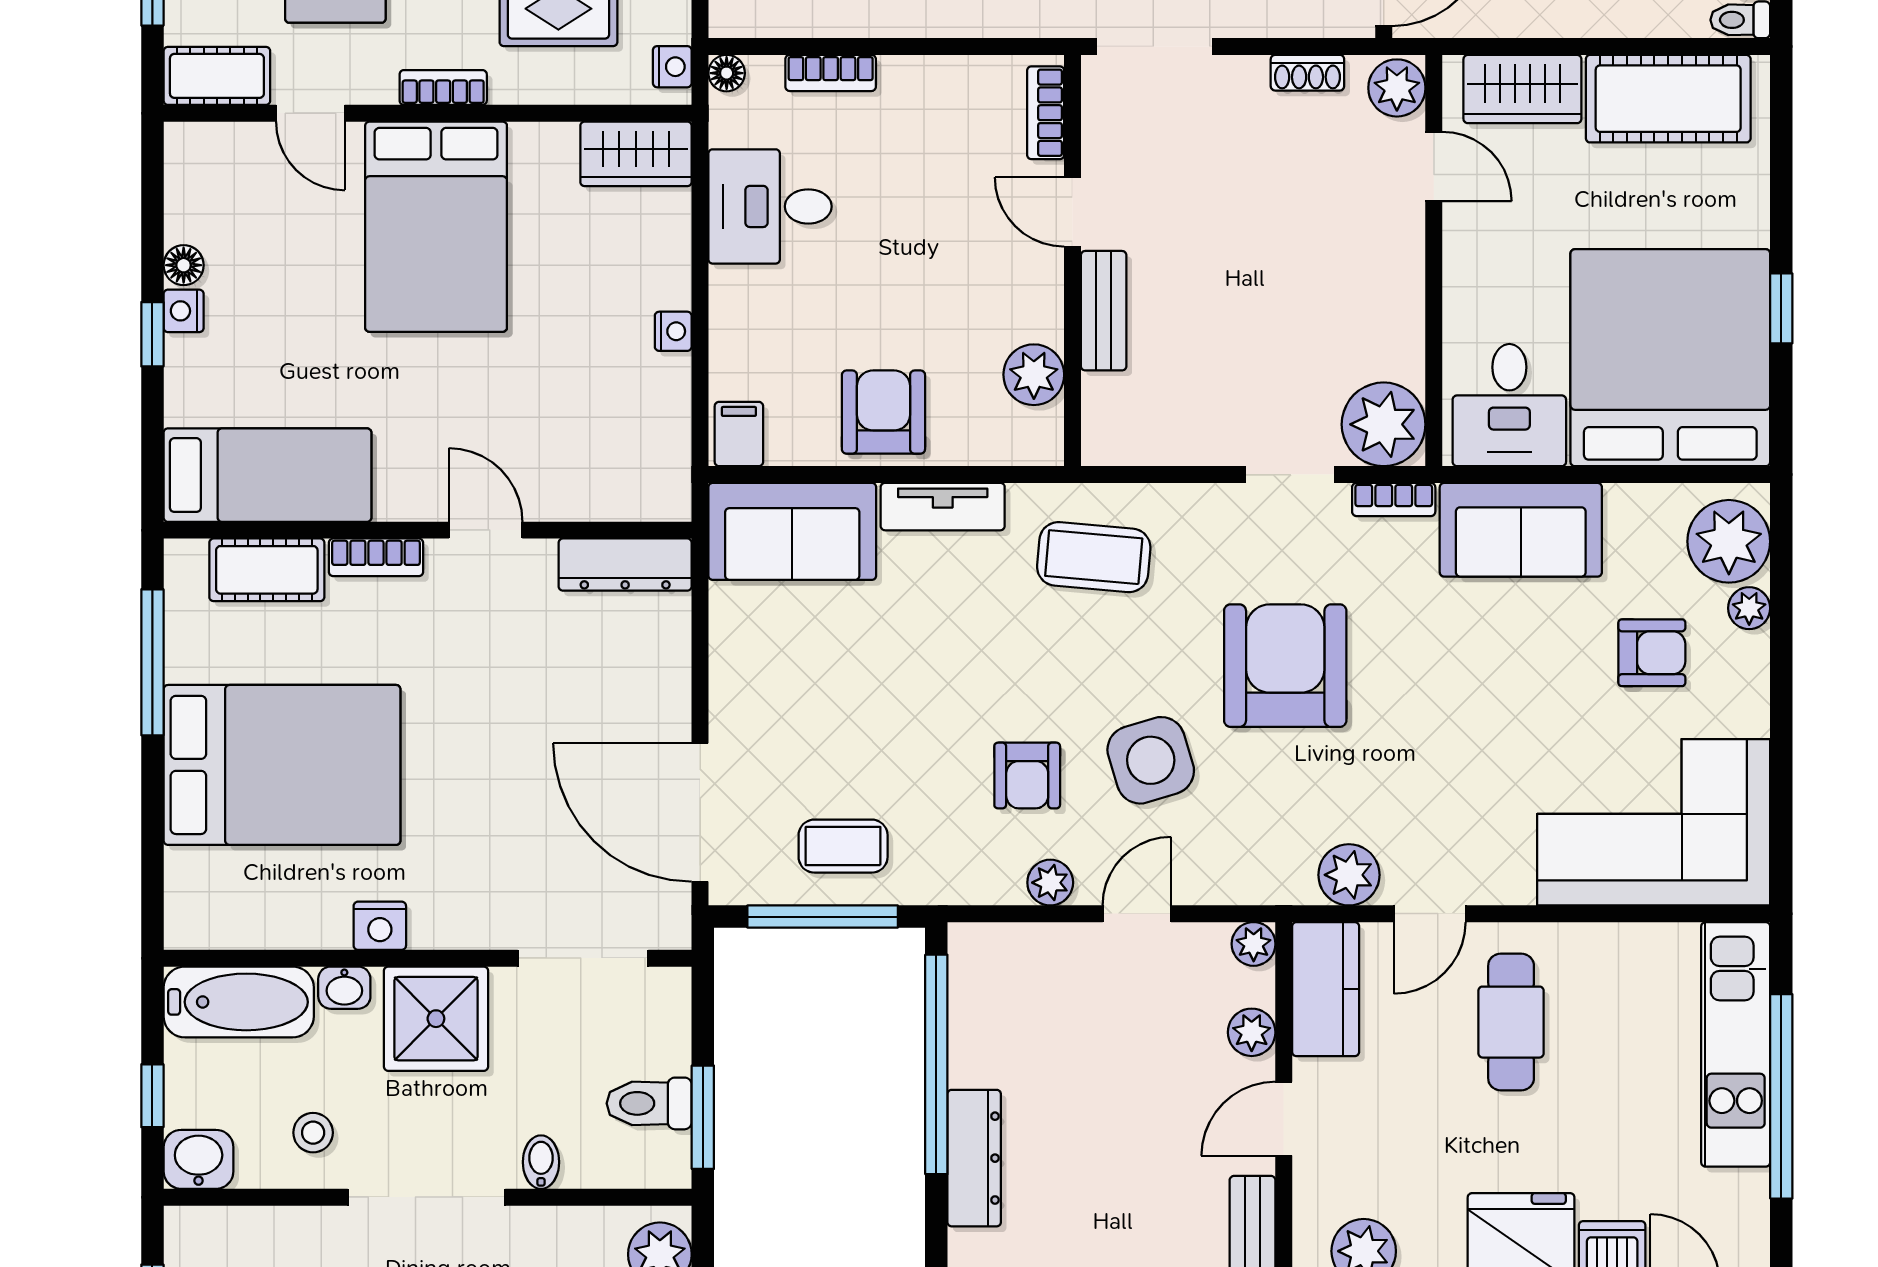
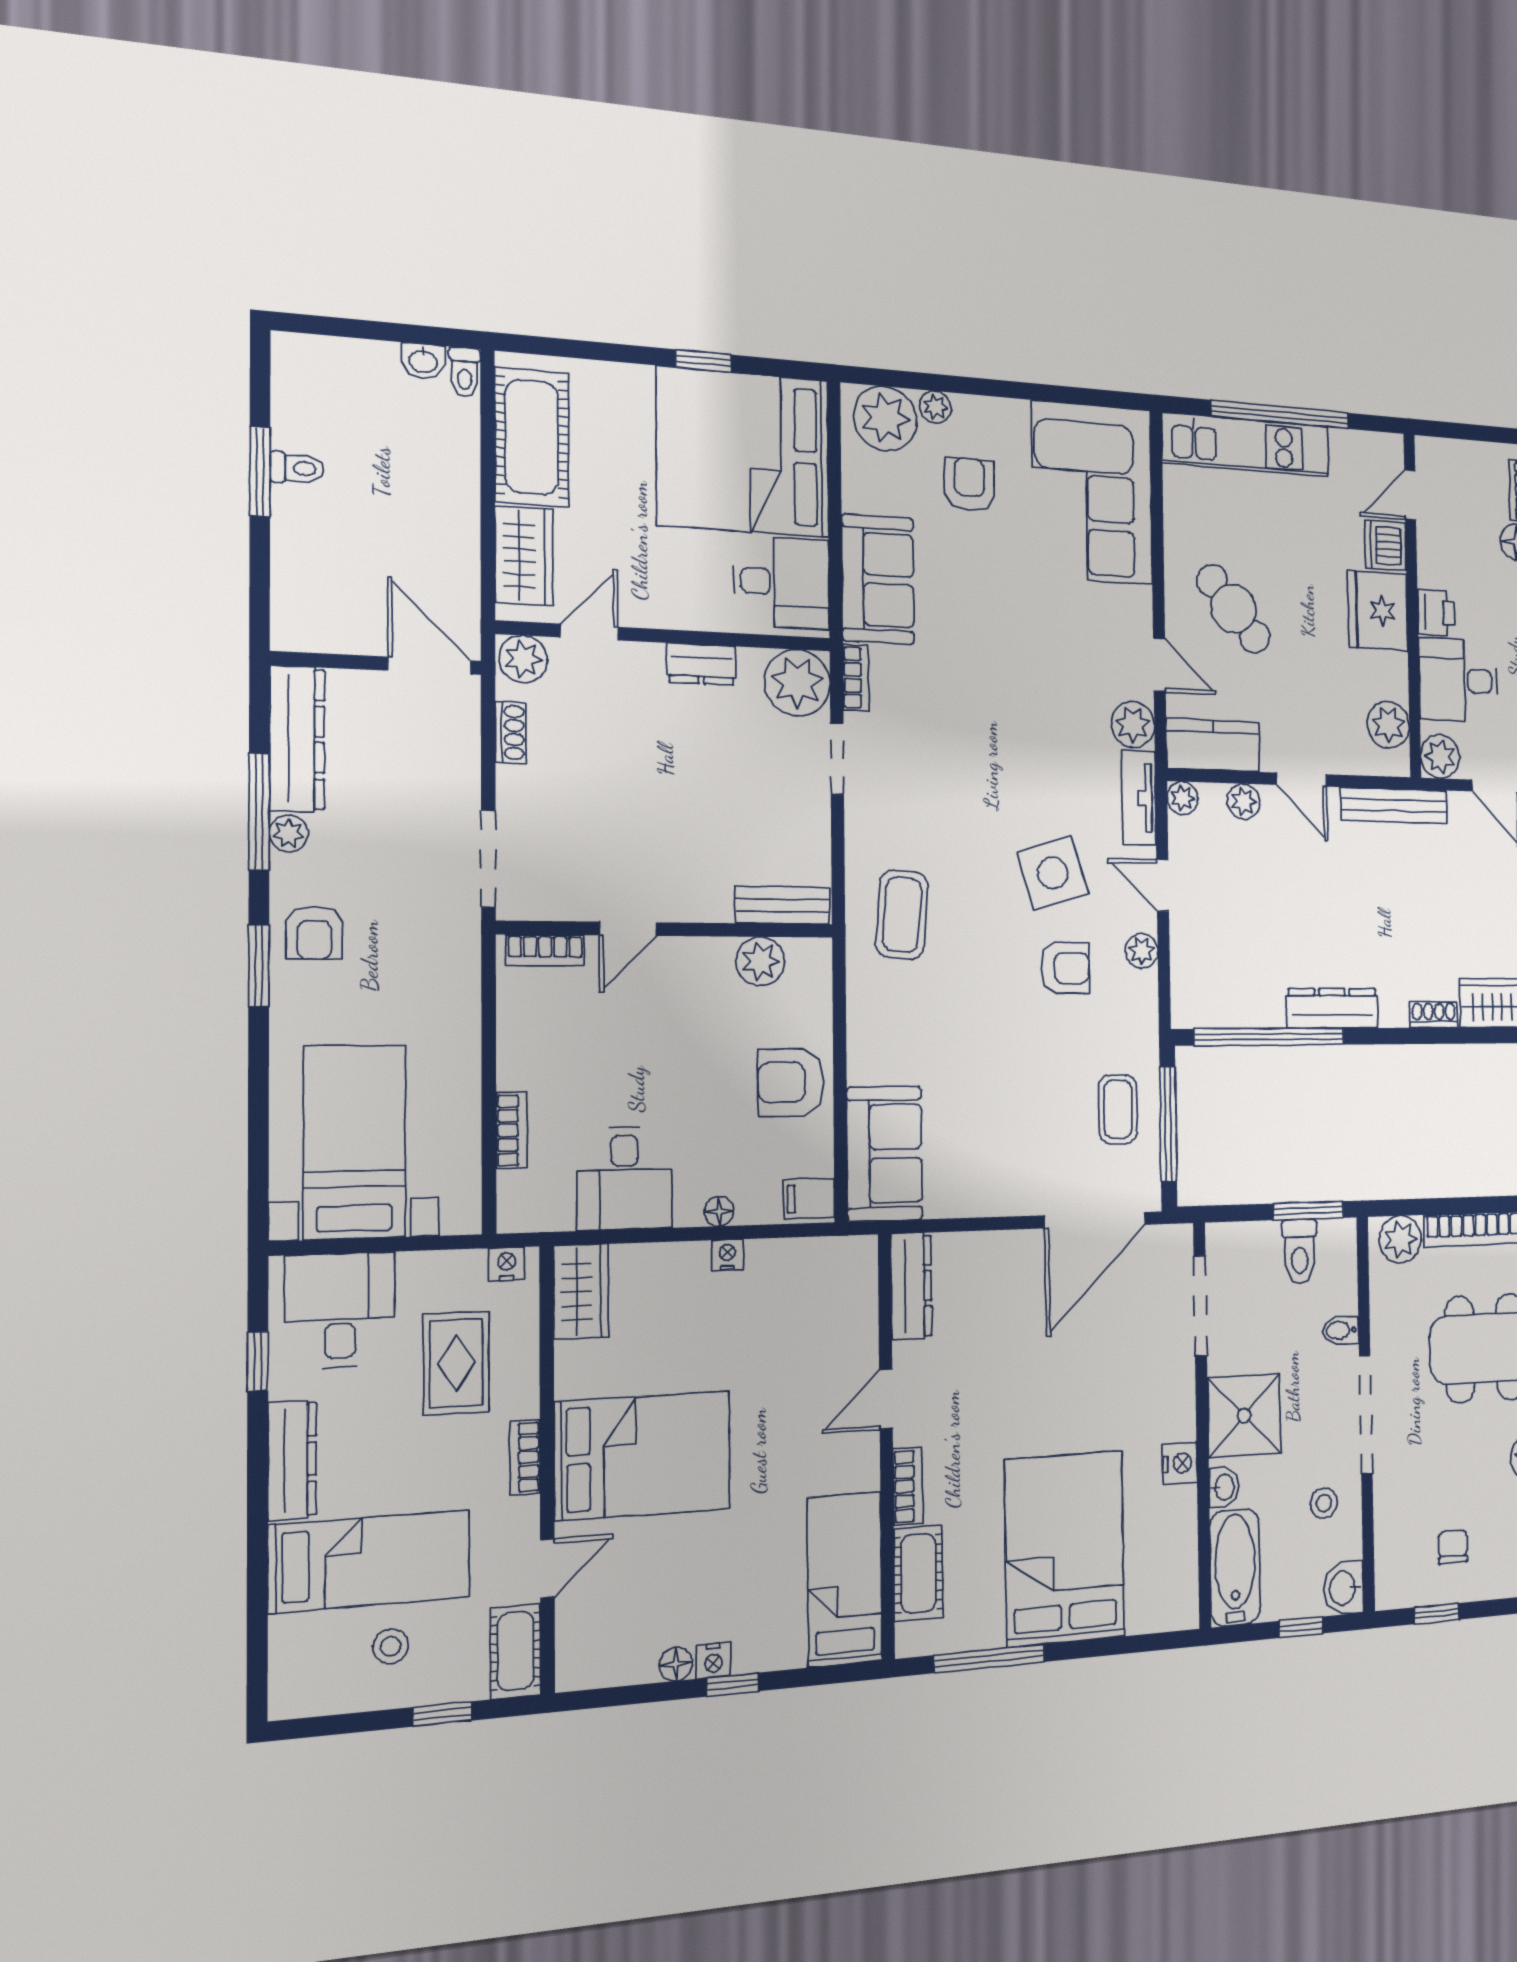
floor lamp: (727, 73) -> (719, 1211), moved
dresser: (1401, 303) -> (701, 664), added
bench: (1104, 311) -> (783, 905), moved
tv unit: (943, 507) -> (1139, 798), moved, turned 180
armchair: (1285, 666) -> (982, 767), removed
cafe table: (1511, 1022) -> (1233, 609), turned 50

